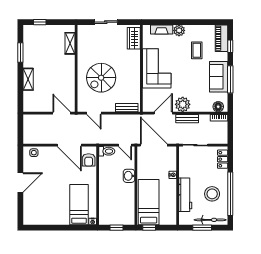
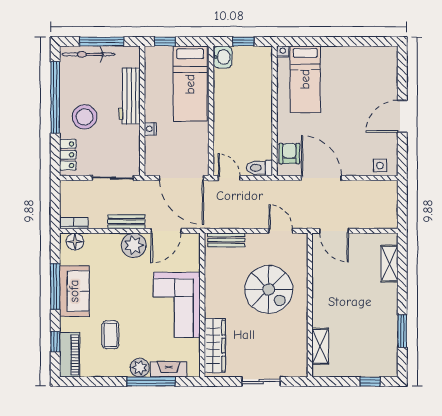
window: (172, 22) -> (151, 381), added
wardrobe: (134, 38) -> (215, 346), width x1.50
spiral stairs: (101, 78) -> (269, 289), turned 90
shelving: (28, 79) -> (389, 264), moved
washbasin: (129, 176) -> (223, 57), moved
stool: (212, 194) -> (84, 117), moved
window: (149, 228) -> (165, 41), moved
window: (202, 228) -> (102, 41), width x1.44

